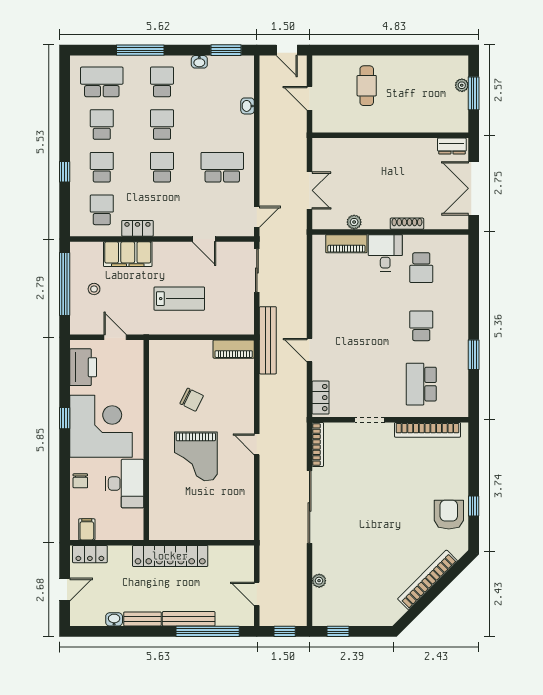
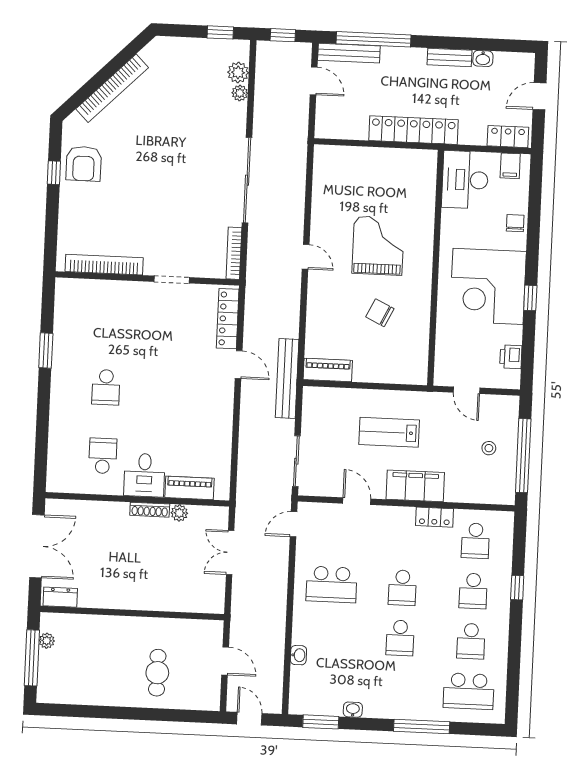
school desk: (162, 82) -> (398, 688), removed
plant: (462, 85) -> (47, 641), moved
window: (474, 93) -> (32, 658), width x1.44
shoe rack: (407, 224) -> (150, 510), moved
filing cabinet: (128, 254) -> (415, 486), moved
printer: (83, 367) -> (511, 357), width x0.53, depth x0.68
school desk: (421, 384) -> (109, 319), removed
locker: (321, 398) -> (228, 319), width x1.53
desk: (125, 484) -> (465, 180), moved
plant: (321, 598) -> (238, 72), added
bench: (189, 619) -> (349, 53), moved

